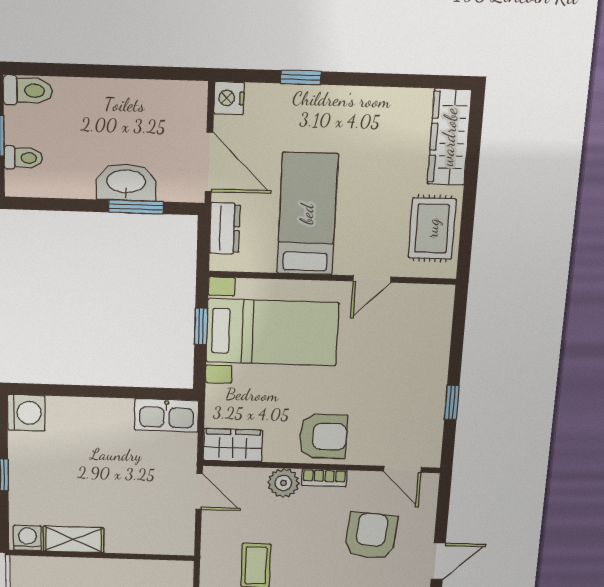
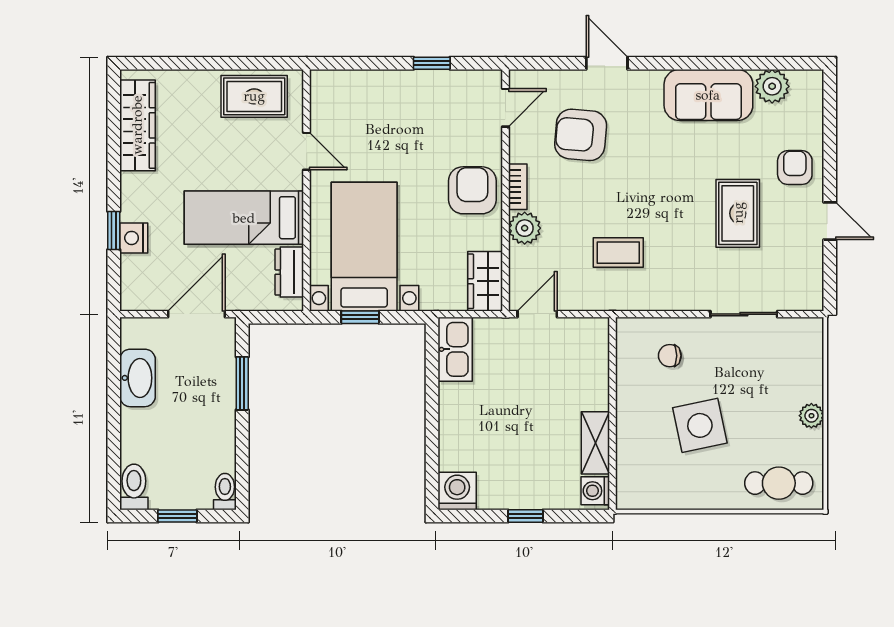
nightstand: (229, 98) -> (134, 238), moved, turned 90
wardrobe: (449, 137) -> (137, 125), moved, turned -90
toilet: (23, 158) -> (225, 492), moved
washbasin: (126, 182) -> (137, 378), moved, turned 180
dresser: (225, 228) -> (289, 272), moved, turned -90

